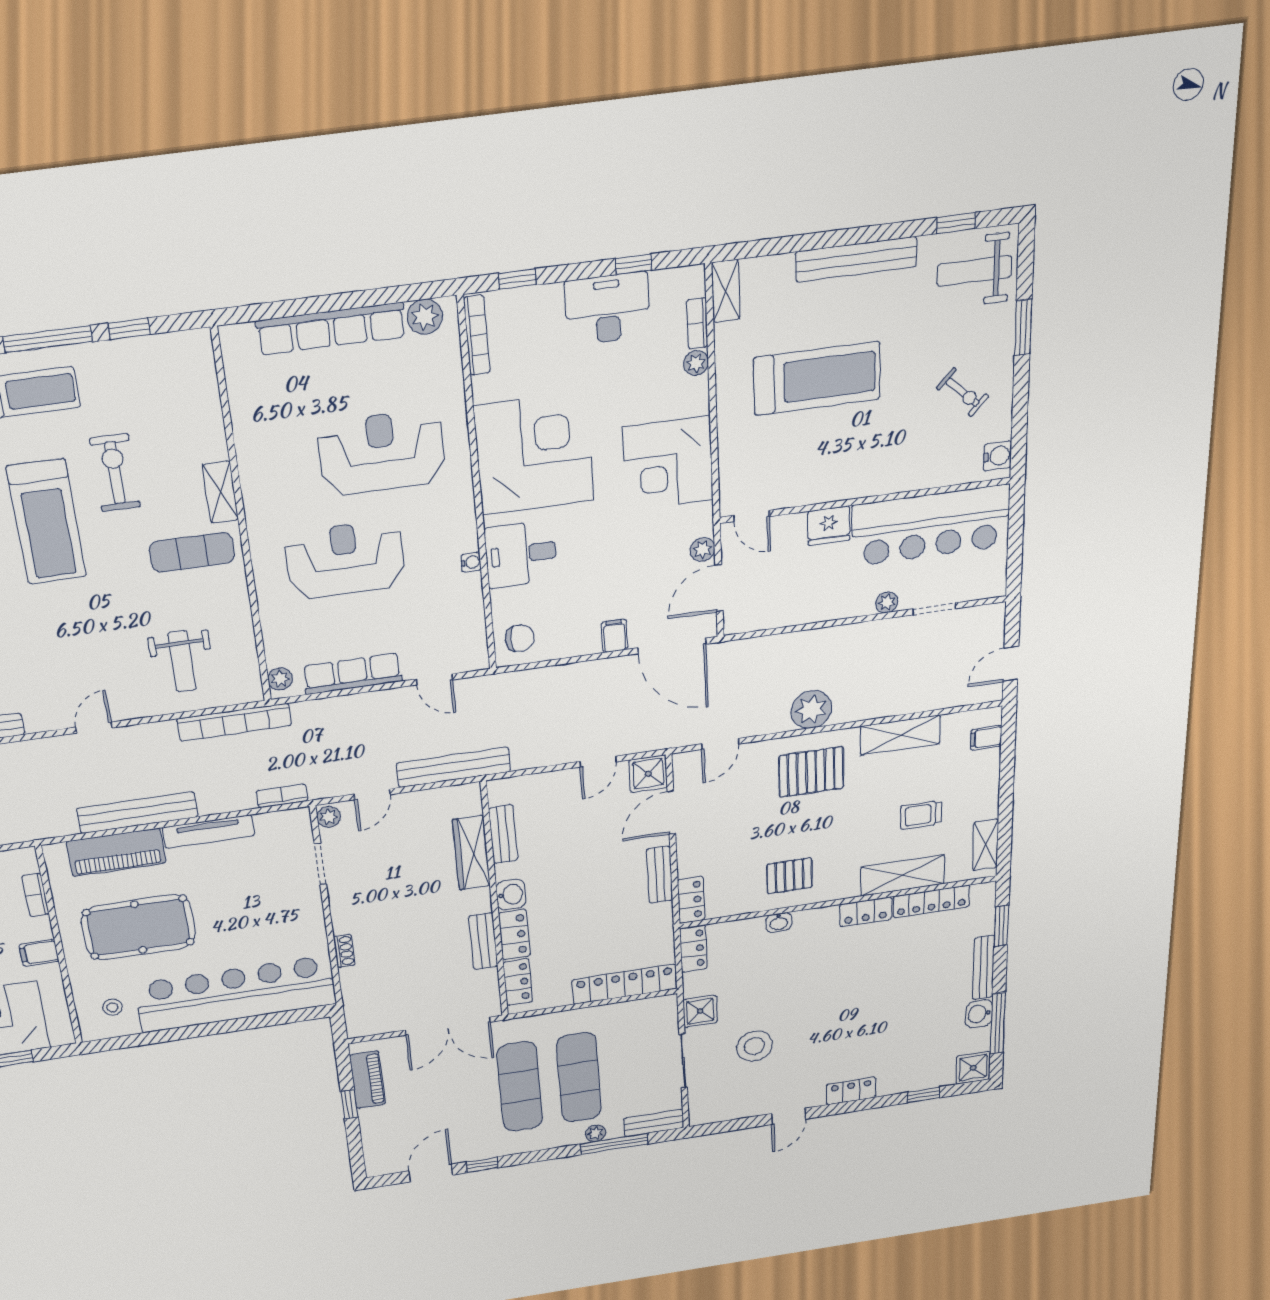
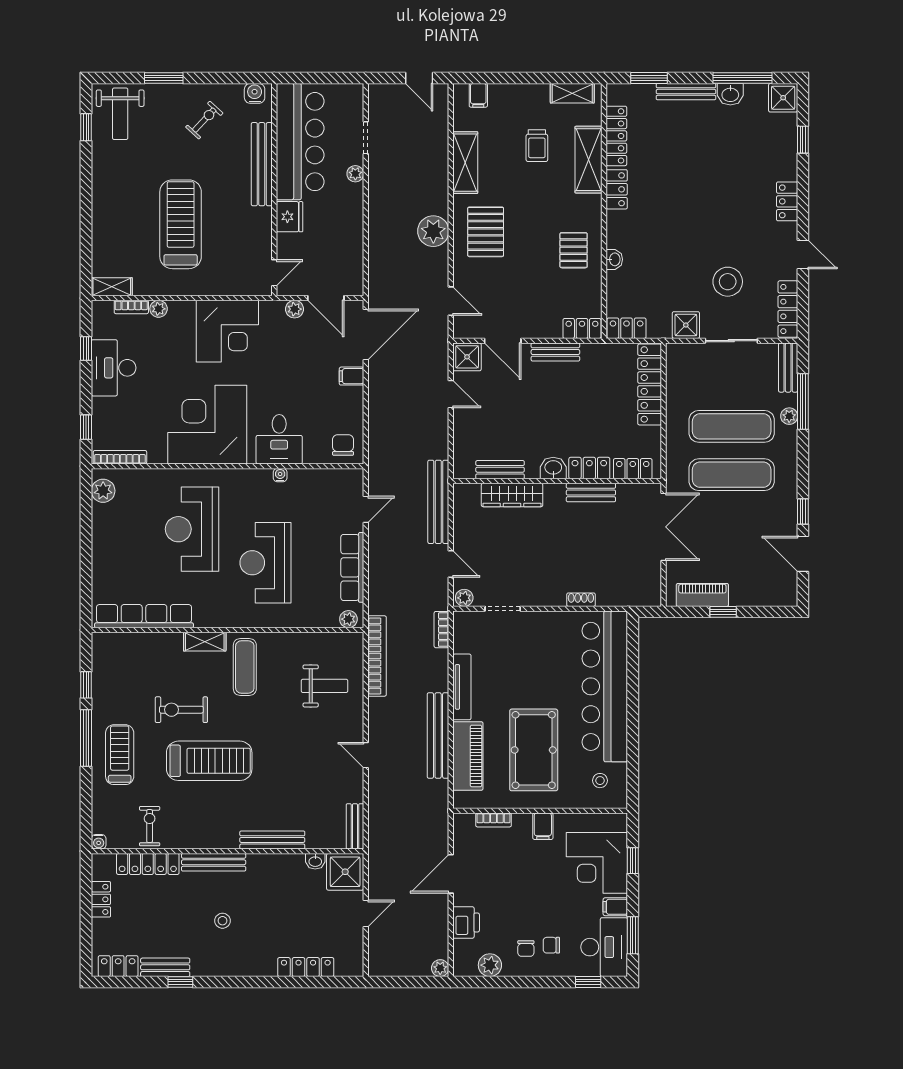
bench: (856, 259) -> (262, 164), moved
row of seats: (331, 329) -> (144, 616), moved, turned -90
locker: (724, 1112) -> (788, 309), added

